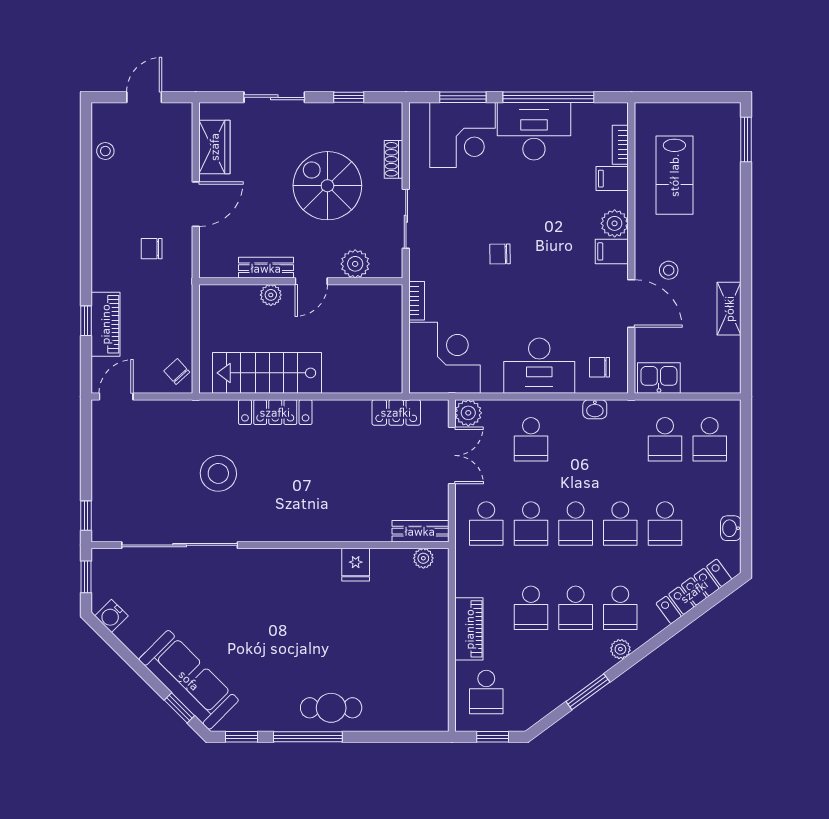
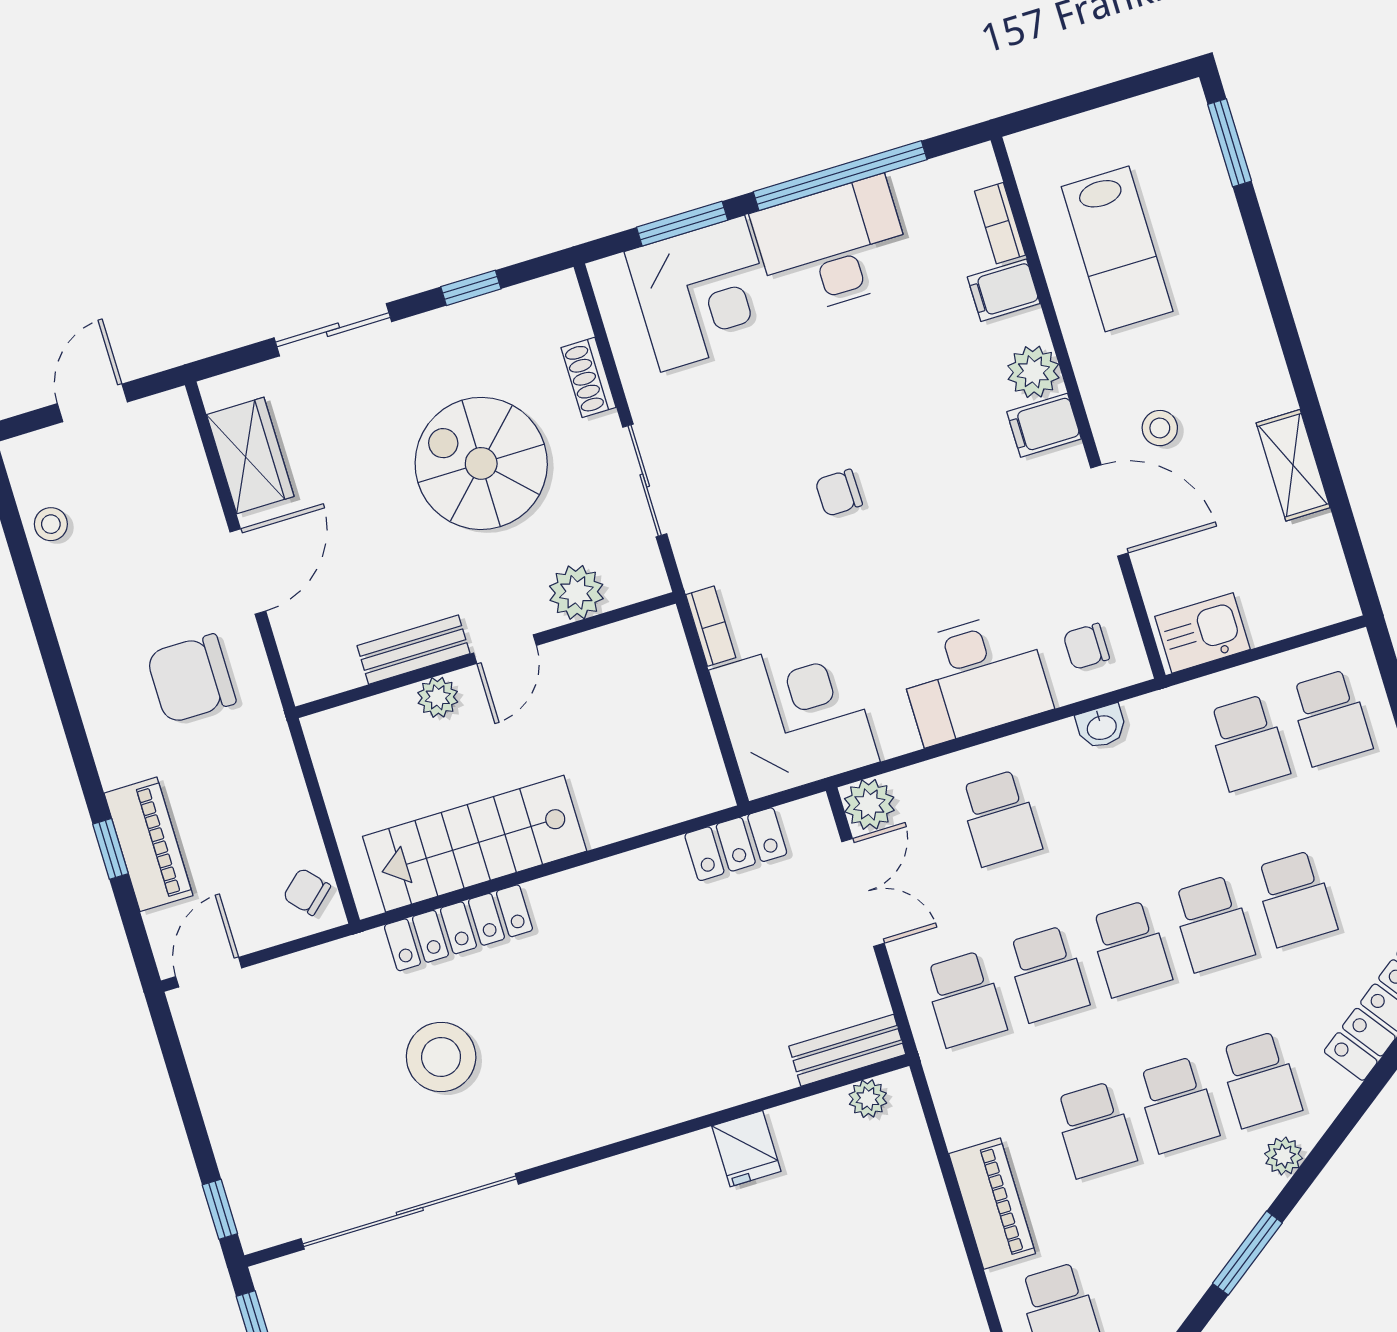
chair: (152, 249) -> (191, 679), width x1.87, depth x1.87
locker: (275, 412) -> (458, 928), moved

